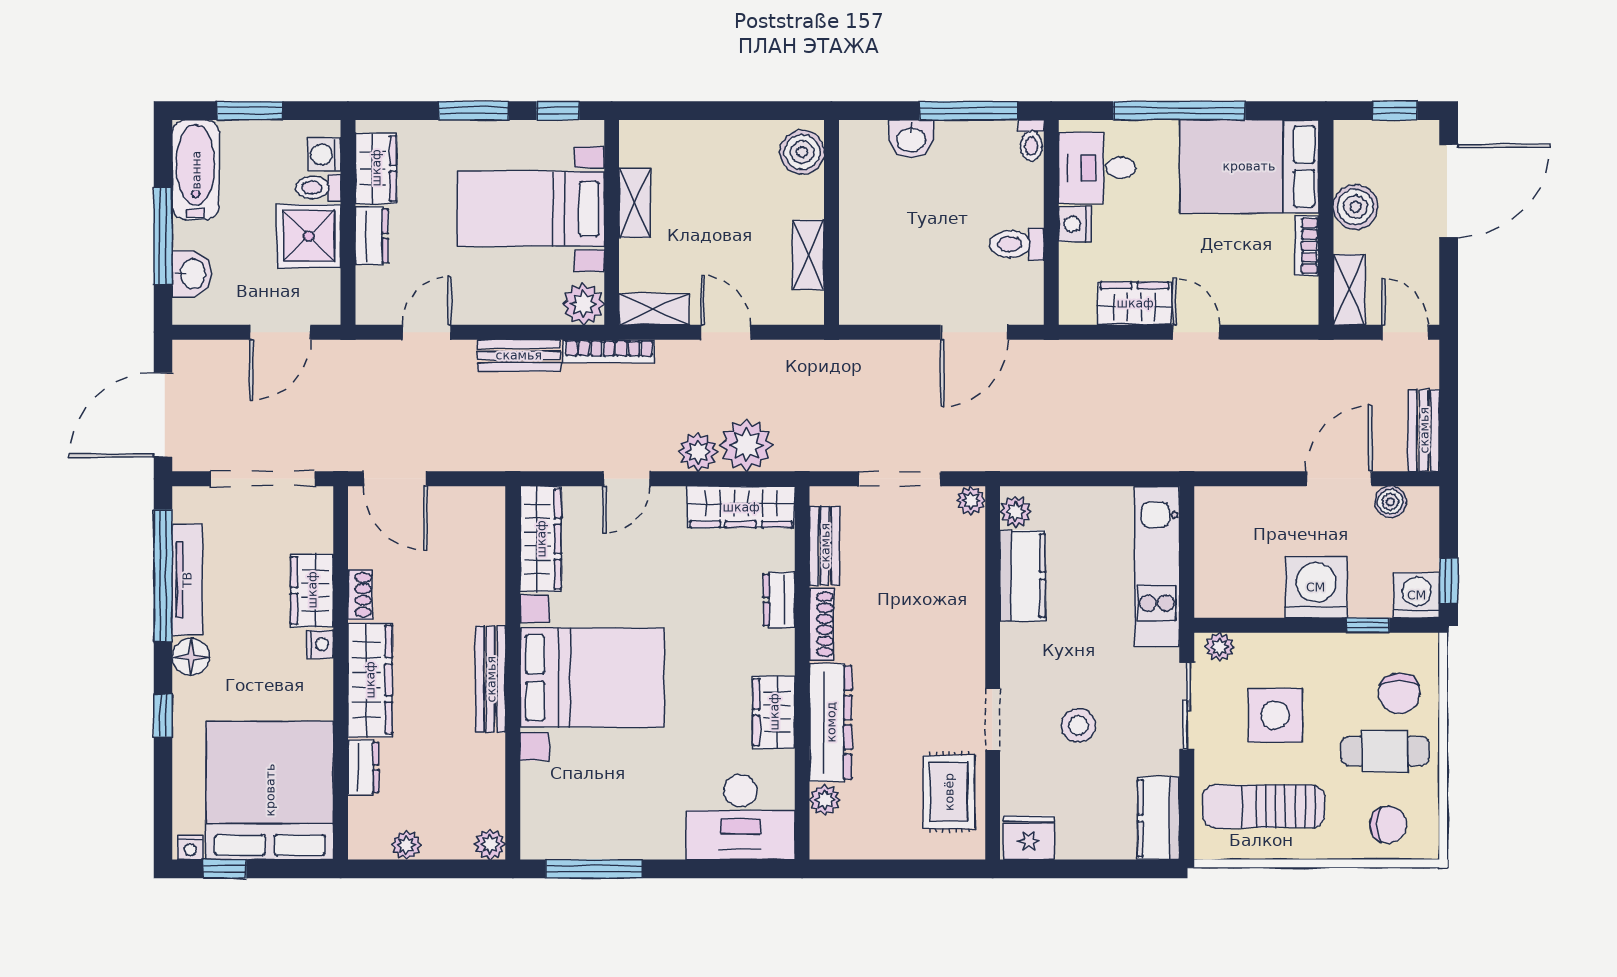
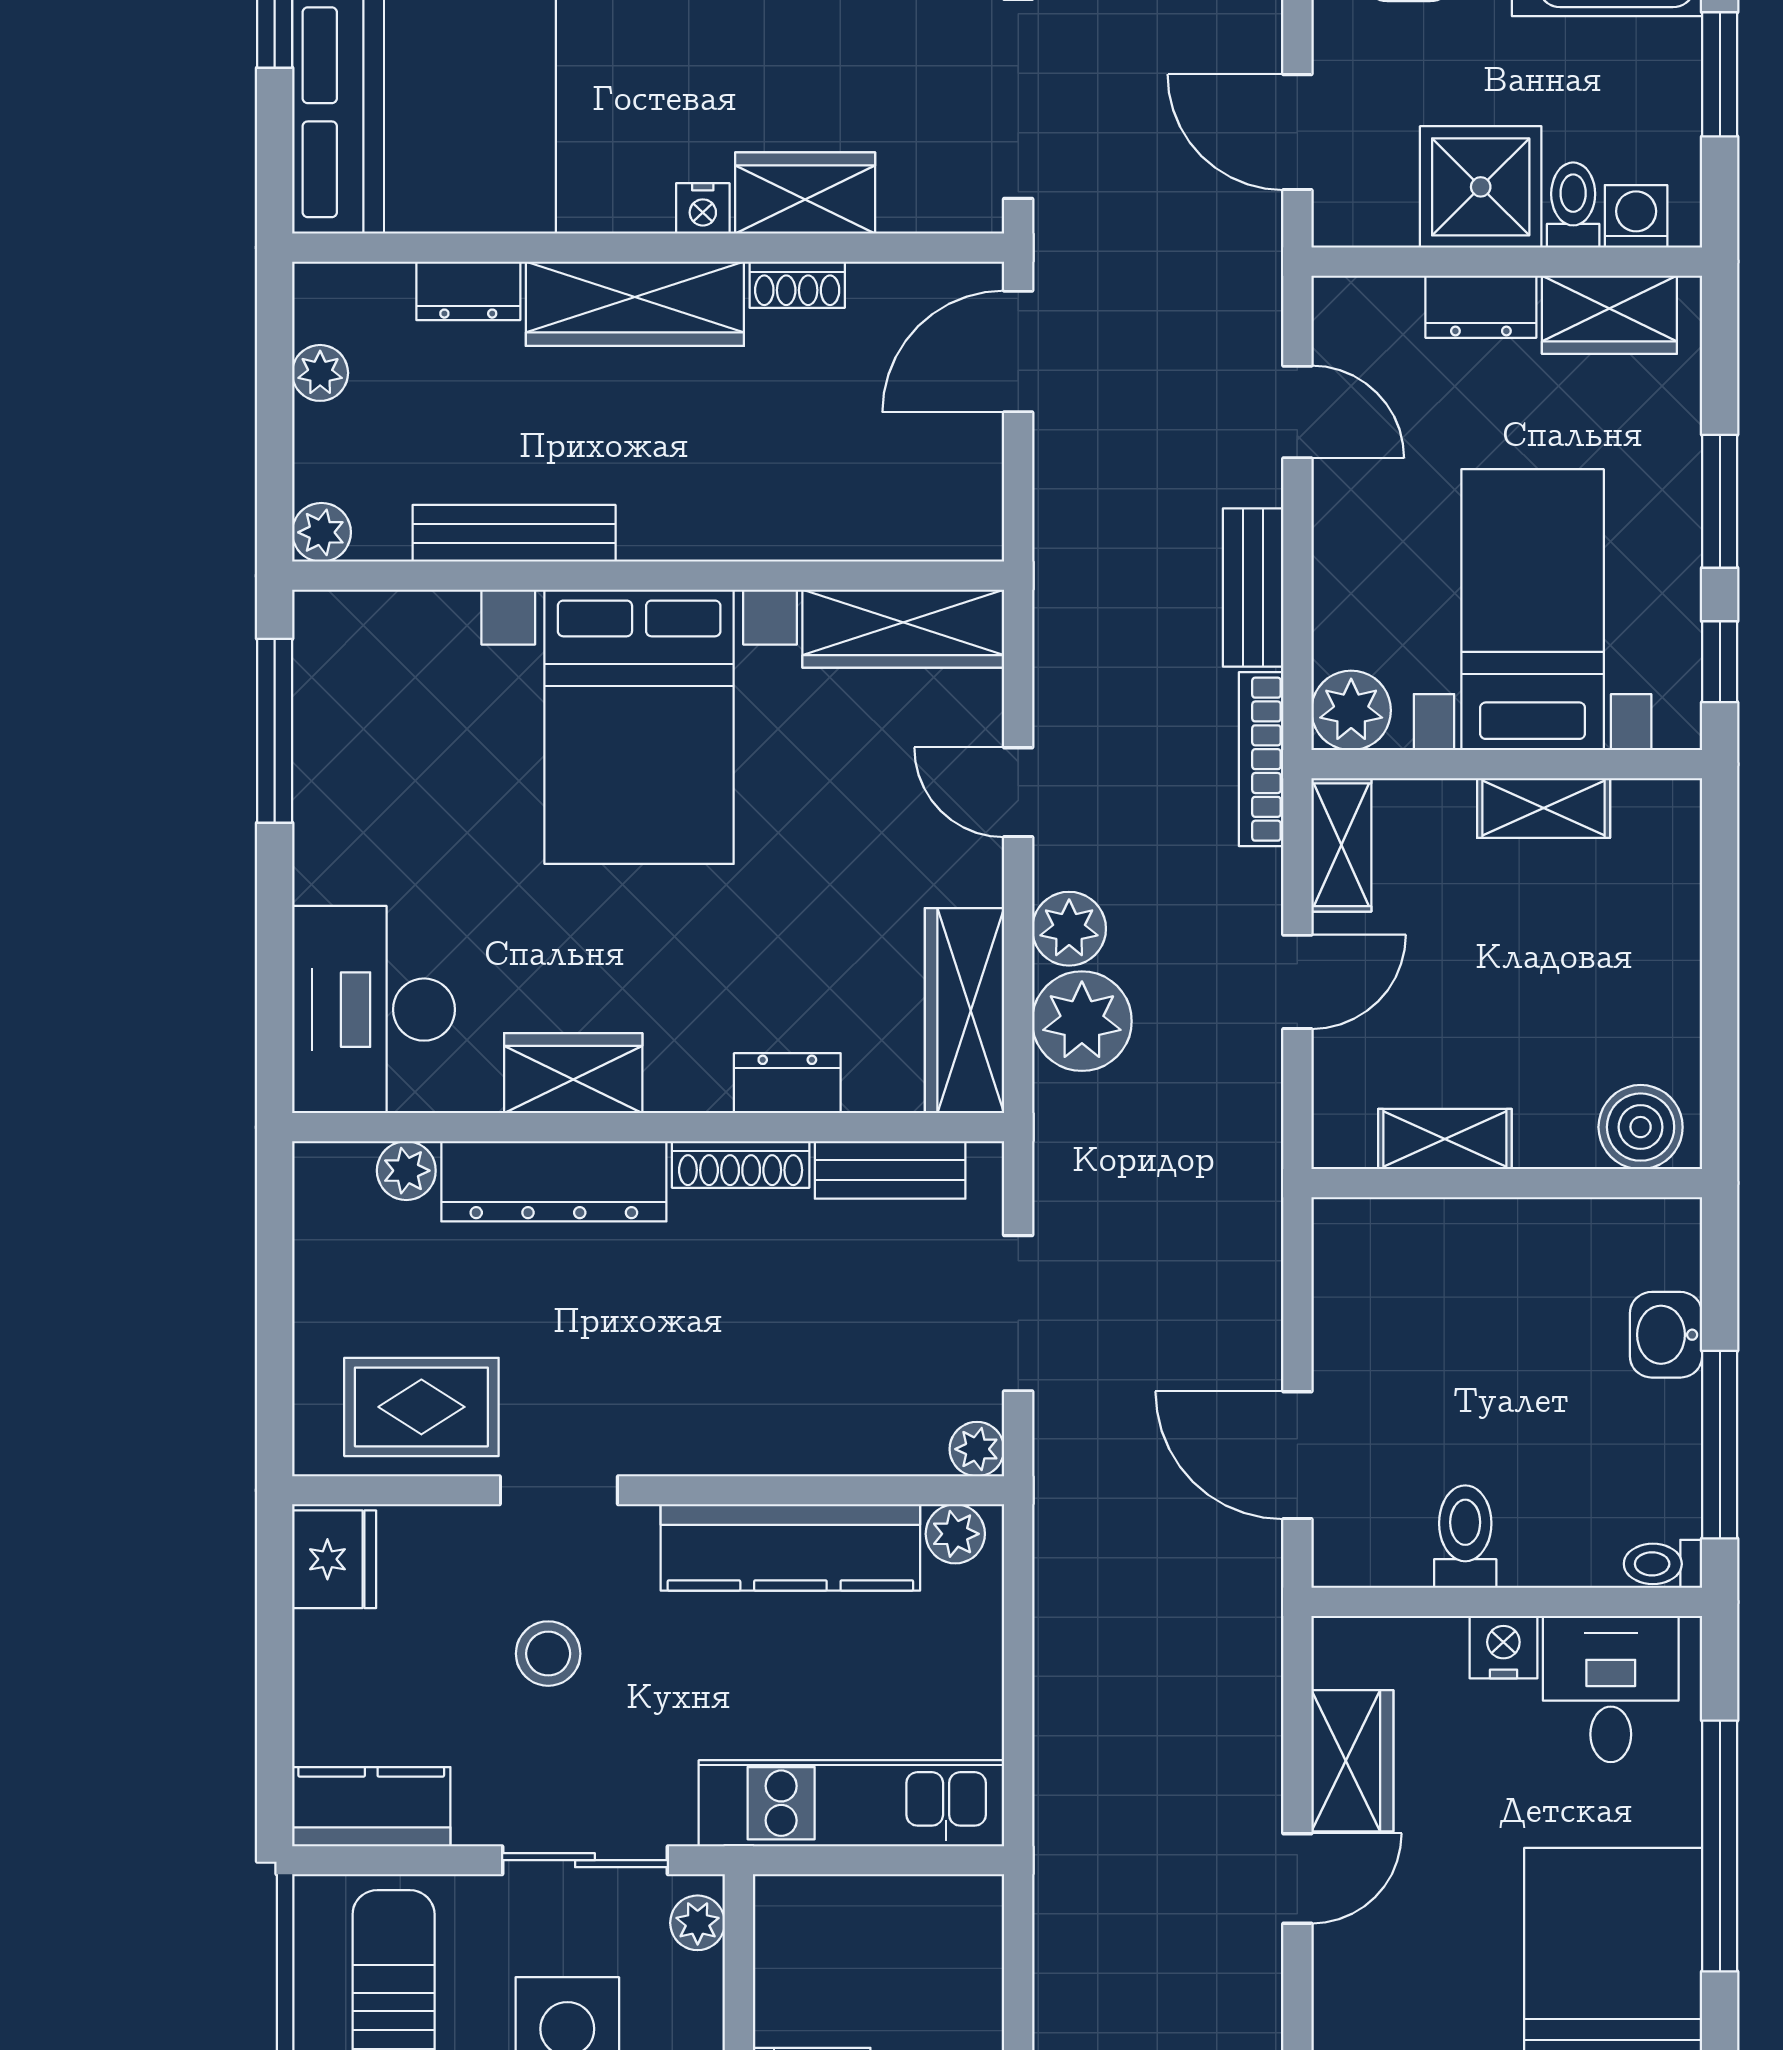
kitchen counter: (1023, 576) -> (790, 1547), width x1.50
bench: (491, 679) -> (514, 533), moved

